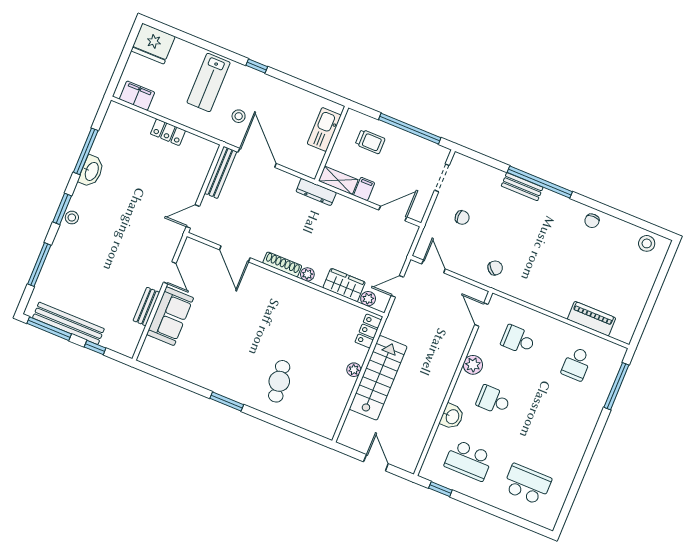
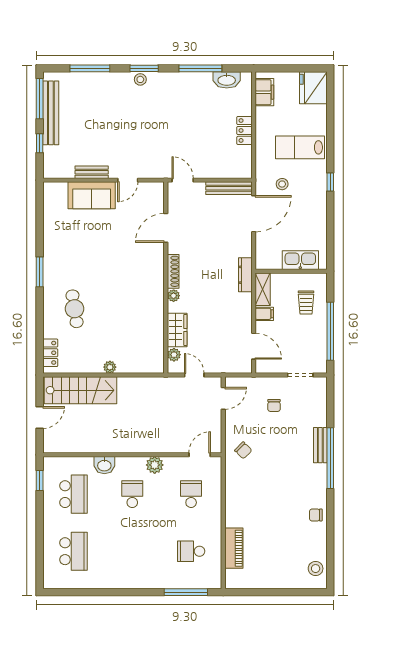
washbasin: (91, 171) -> (227, 80), moved
locker: (368, 331) -> (50, 353), moved, turned 90
stairs: (378, 378) -> (80, 390), moved
cafe table: (279, 381) -> (75, 309), turned 90
school desk: (469, 460) -> (73, 494), turned 180

